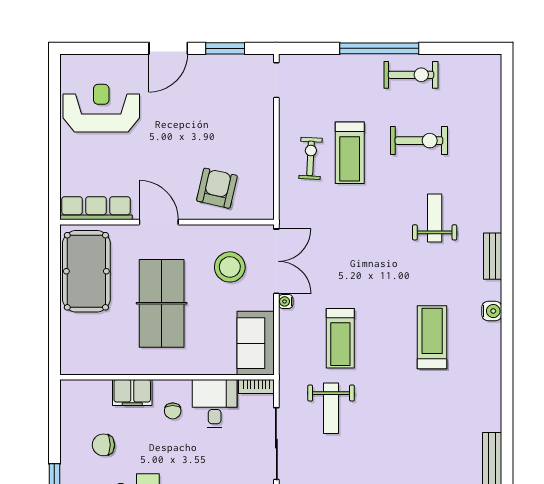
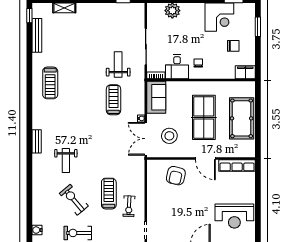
exercise bike: (419, 141) -> (74, 200), turned 50
exercise bike: (310, 158) -> (129, 206), moved
pool table: (86, 271) -> (242, 118), moved
water cooler: (492, 311) -> (37, 230), moved
treadmill: (432, 337) -> (50, 83), moved
filing cabinet: (132, 393) -> (245, 72), moved

